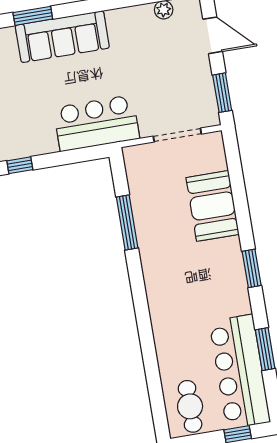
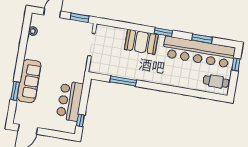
bar counter: (96, 123) -> (70, 101), moved
booth: (213, 206) -> (141, 42), moved
bar counter: (240, 372) -> (199, 52), width x1.36

